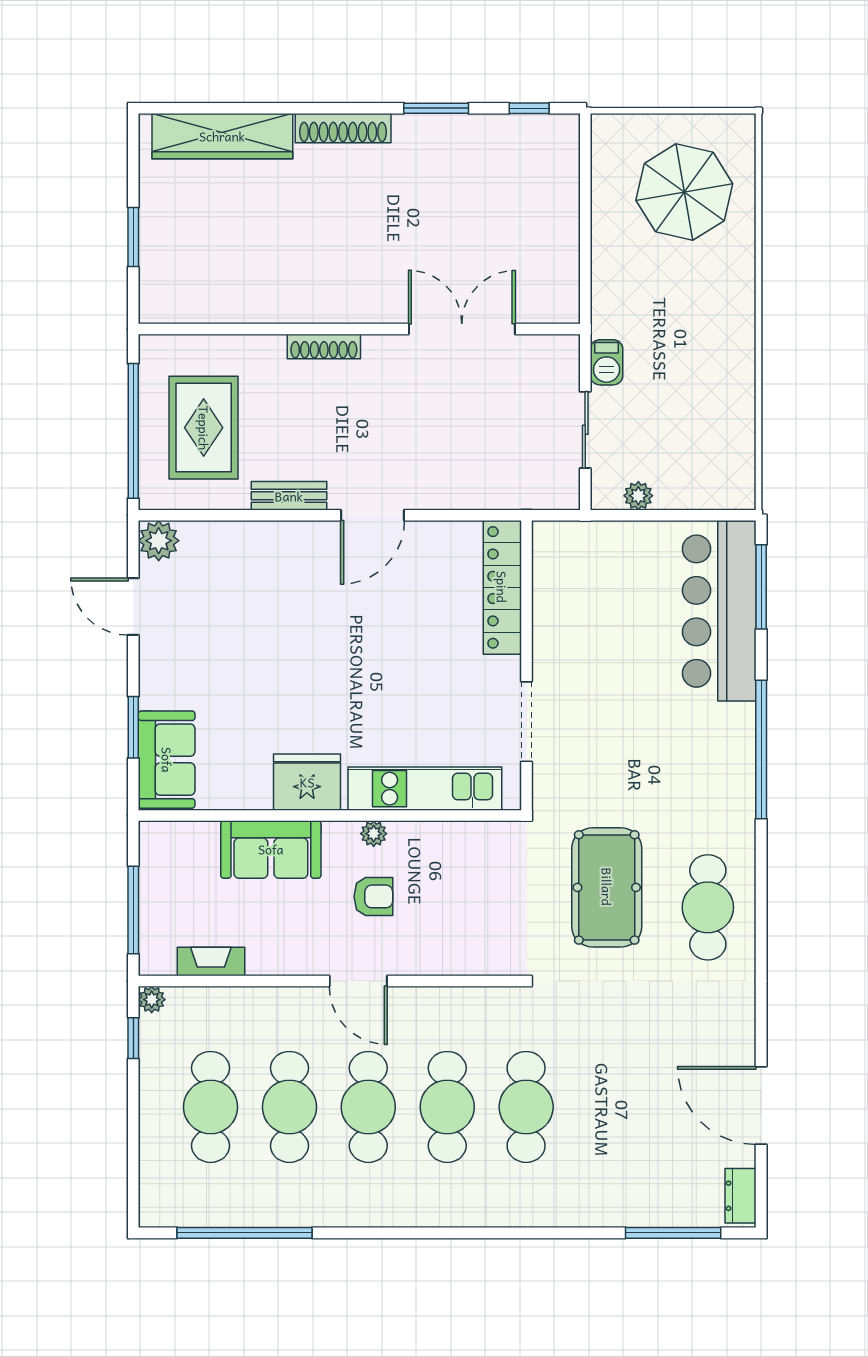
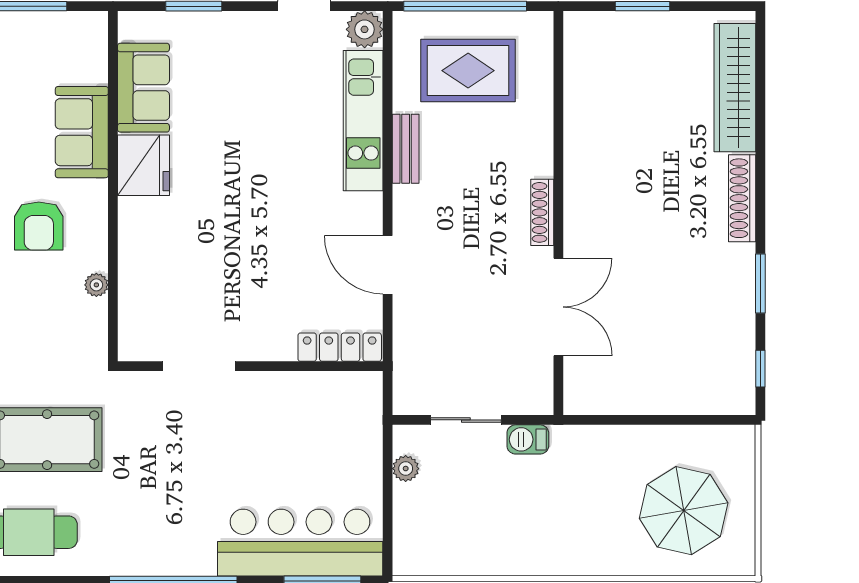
shoe rack: (324, 347) -> (542, 212), moved
door: (372, 515) -> (388, 265), moved
locker: (502, 587) -> (340, 347), width x0.71, depth x0.83
sofa: (167, 760) -> (143, 88), moved, turned -90
kitchen unit: (425, 789) -> (363, 121), moved, turned 180
plant: (374, 834) -> (96, 285), moved
armchair: (373, 896) -> (39, 226), width x1.38, depth x1.38

